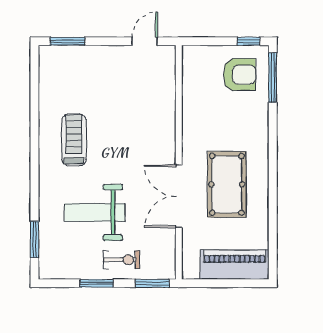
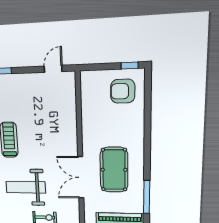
armchair: (239, 75) -> (123, 91), turned 180
window: (273, 77) -> (147, 197), moved

